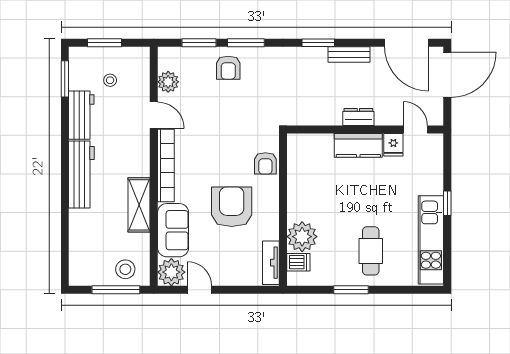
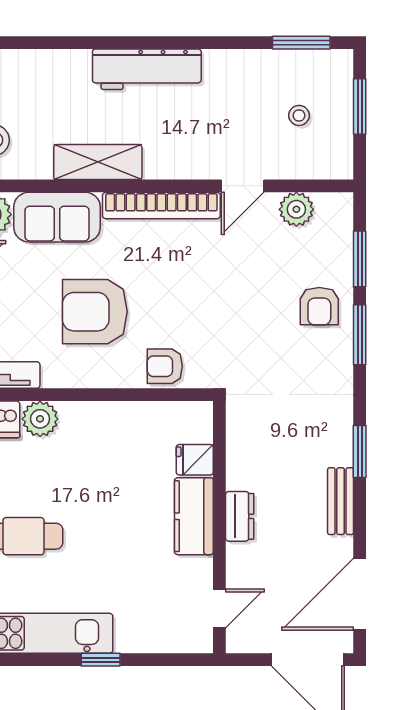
armchair: (228, 68) -> (319, 306), turned -90
workbench: (81, 115) -> (243, 69), removed
fridge: (393, 145) -> (195, 460), moved
armchair: (232, 207) -> (95, 312), turned 180
plant: (302, 237) -> (40, 419), width x0.73, depth x0.73

